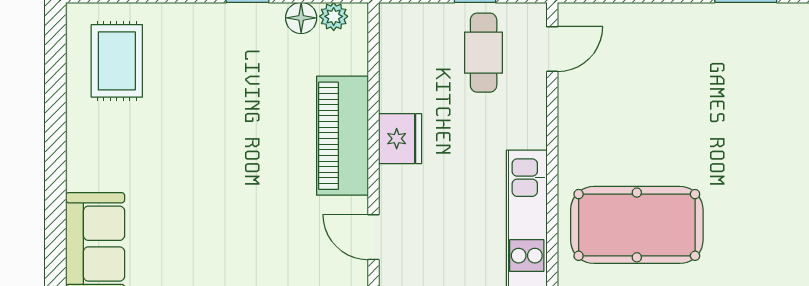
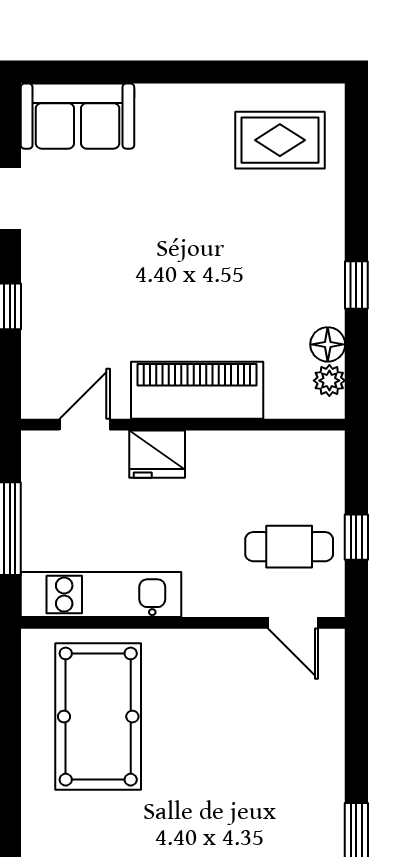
fridge: (400, 139) -> (157, 454), moved

